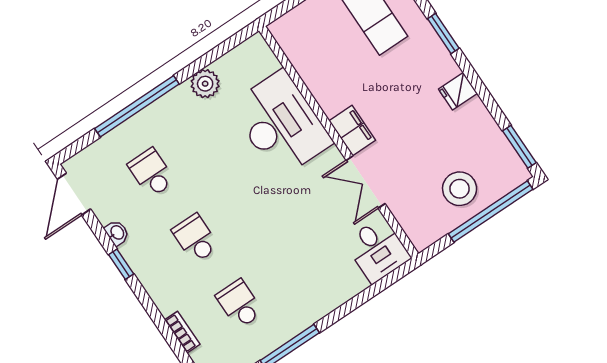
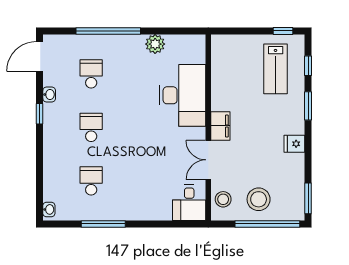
stool: (416, 218) -> (223, 199), added
bookcase: (182, 332) -> (48, 175), removed

